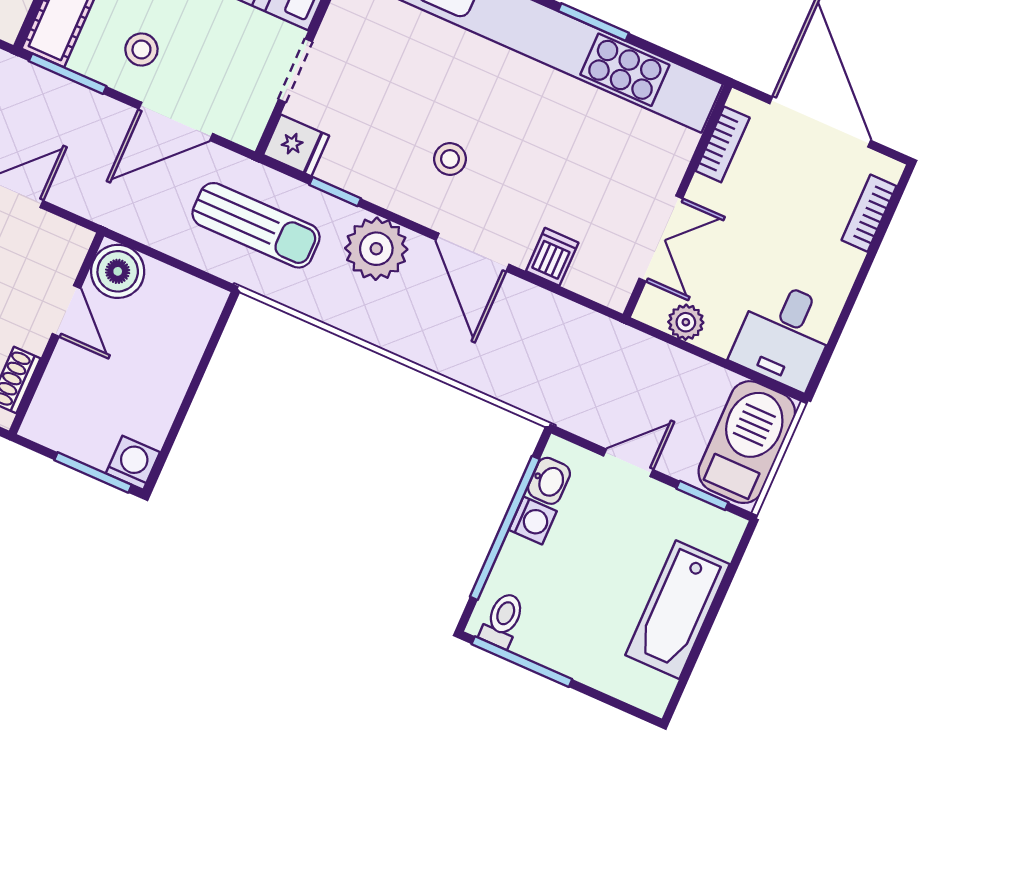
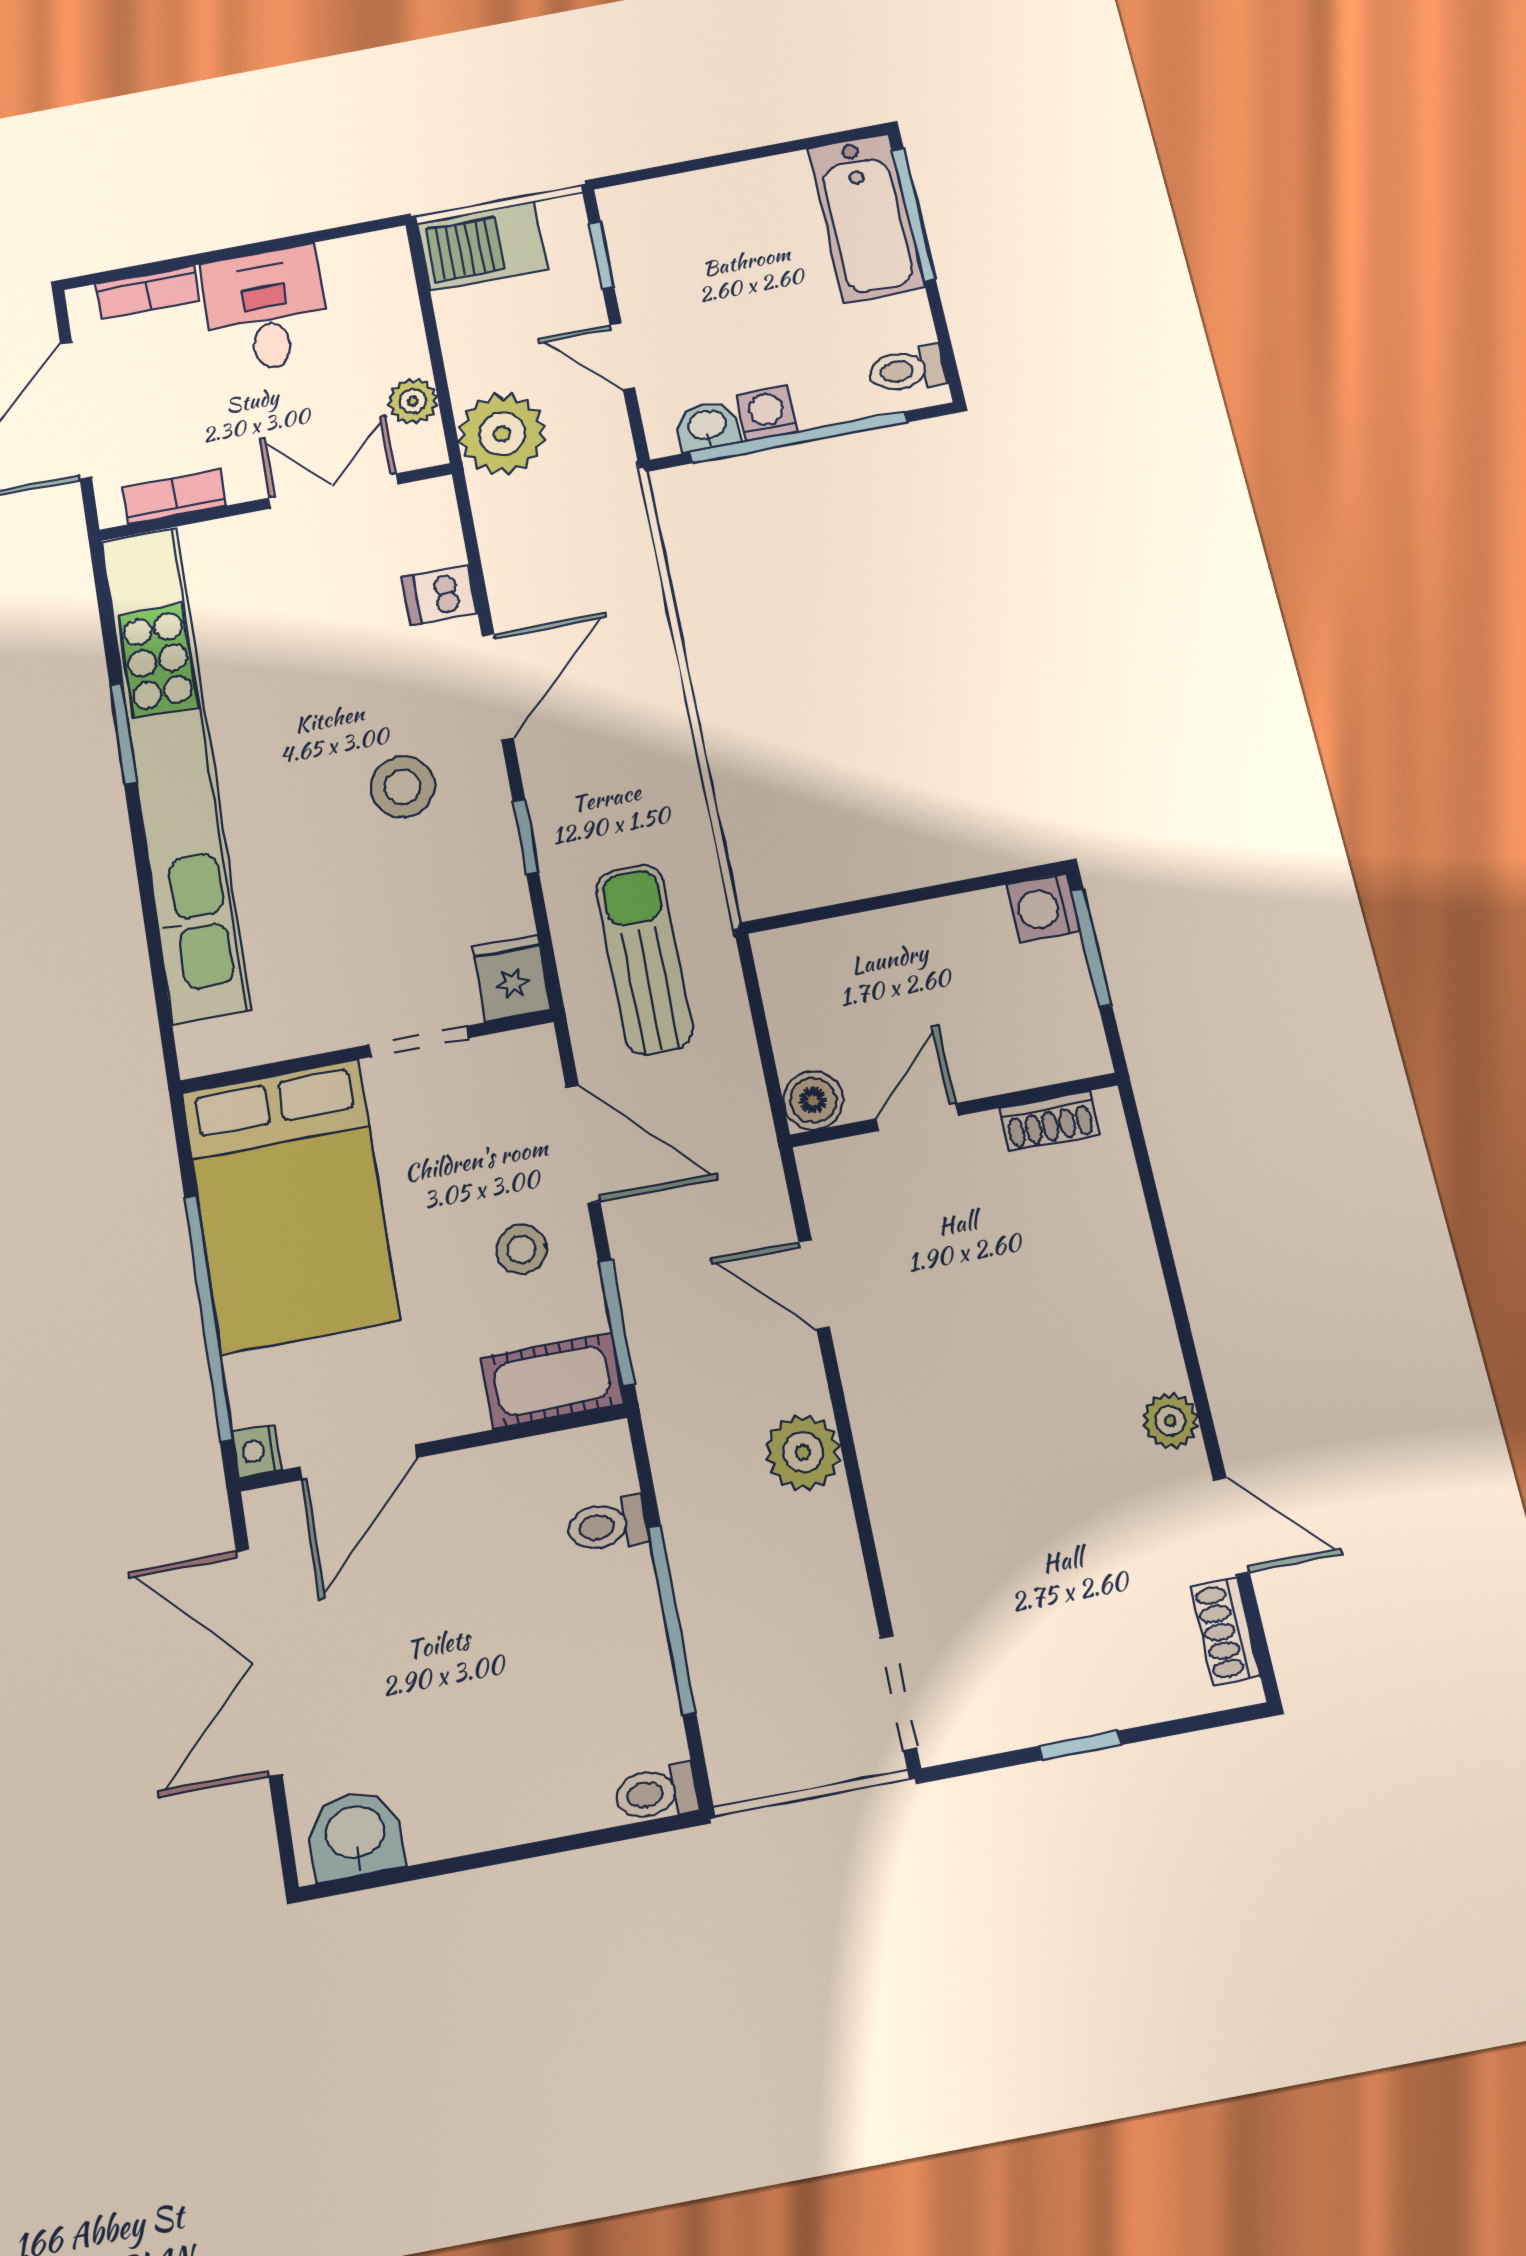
stool: (450, 159) -> (403, 787), width x1.37, depth x1.37
window: (335, 192) -> (526, 837), moved
plant: (376, 249) -> (502, 434), moved
boiler: (118, 271) -> (813, 1100), width x0.73, depth x0.73
desk: (785, 335) -> (266, 310), moved, turned -90
barbecue: (747, 442) -> (482, 246), width x0.73, depth x0.83
bathtub: (678, 610) -> (866, 218), moved, turned 90
window: (522, 662) -> (914, 215), moved

